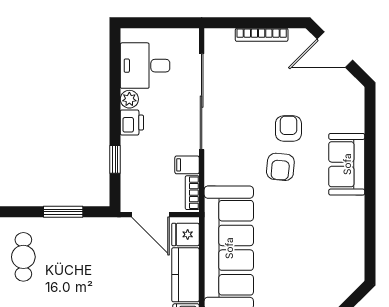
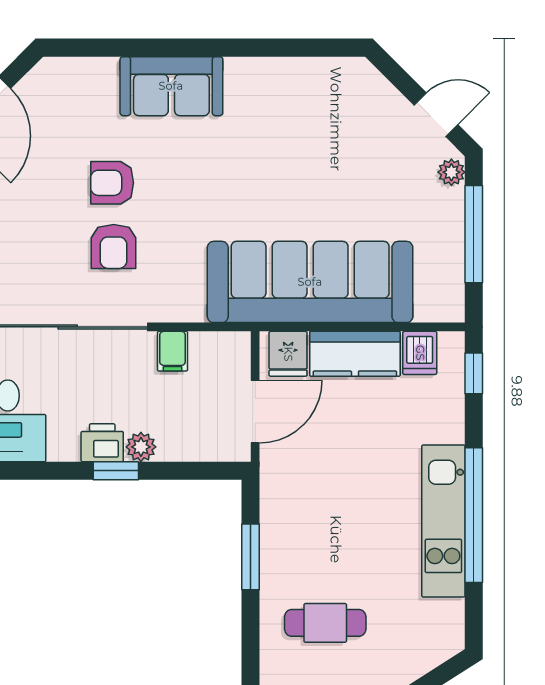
plant: (129, 99) -> (141, 447), moved
window: (115, 159) -> (116, 471), moved
armchair: (280, 167) -> (114, 247), moved, turned 85
bookcase: (192, 193) -> (219, 343), removed

